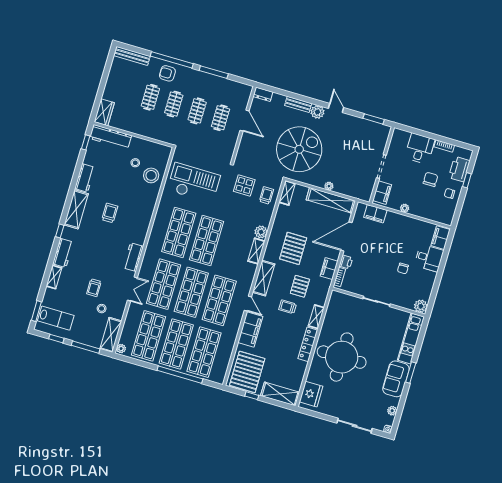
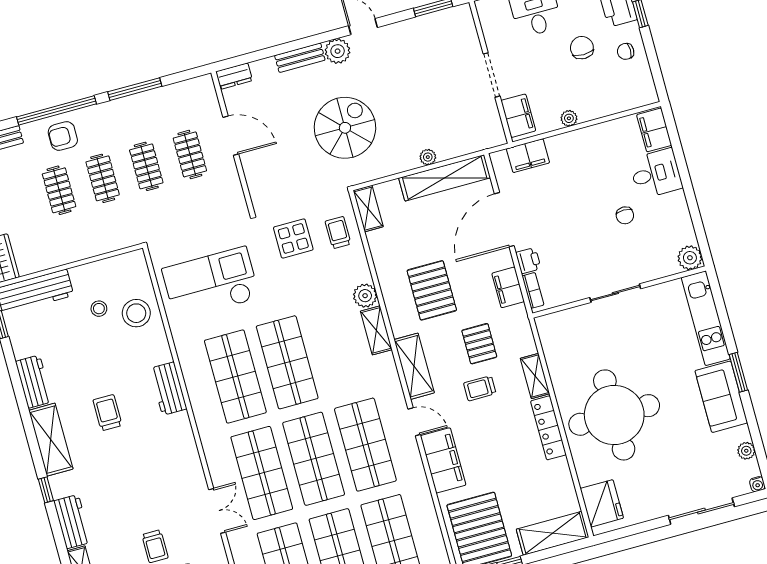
spiral stairs: (299, 149) -> (345, 128), width x0.73, depth x0.73
workbench: (133, 257) -> (168, 389), moved

